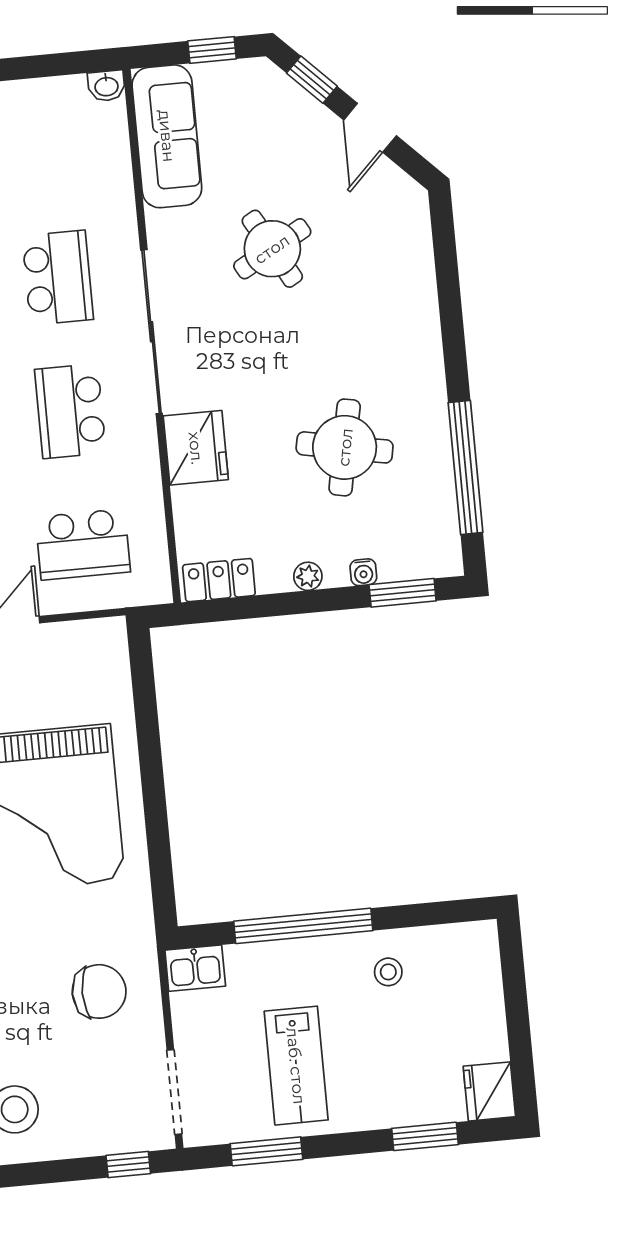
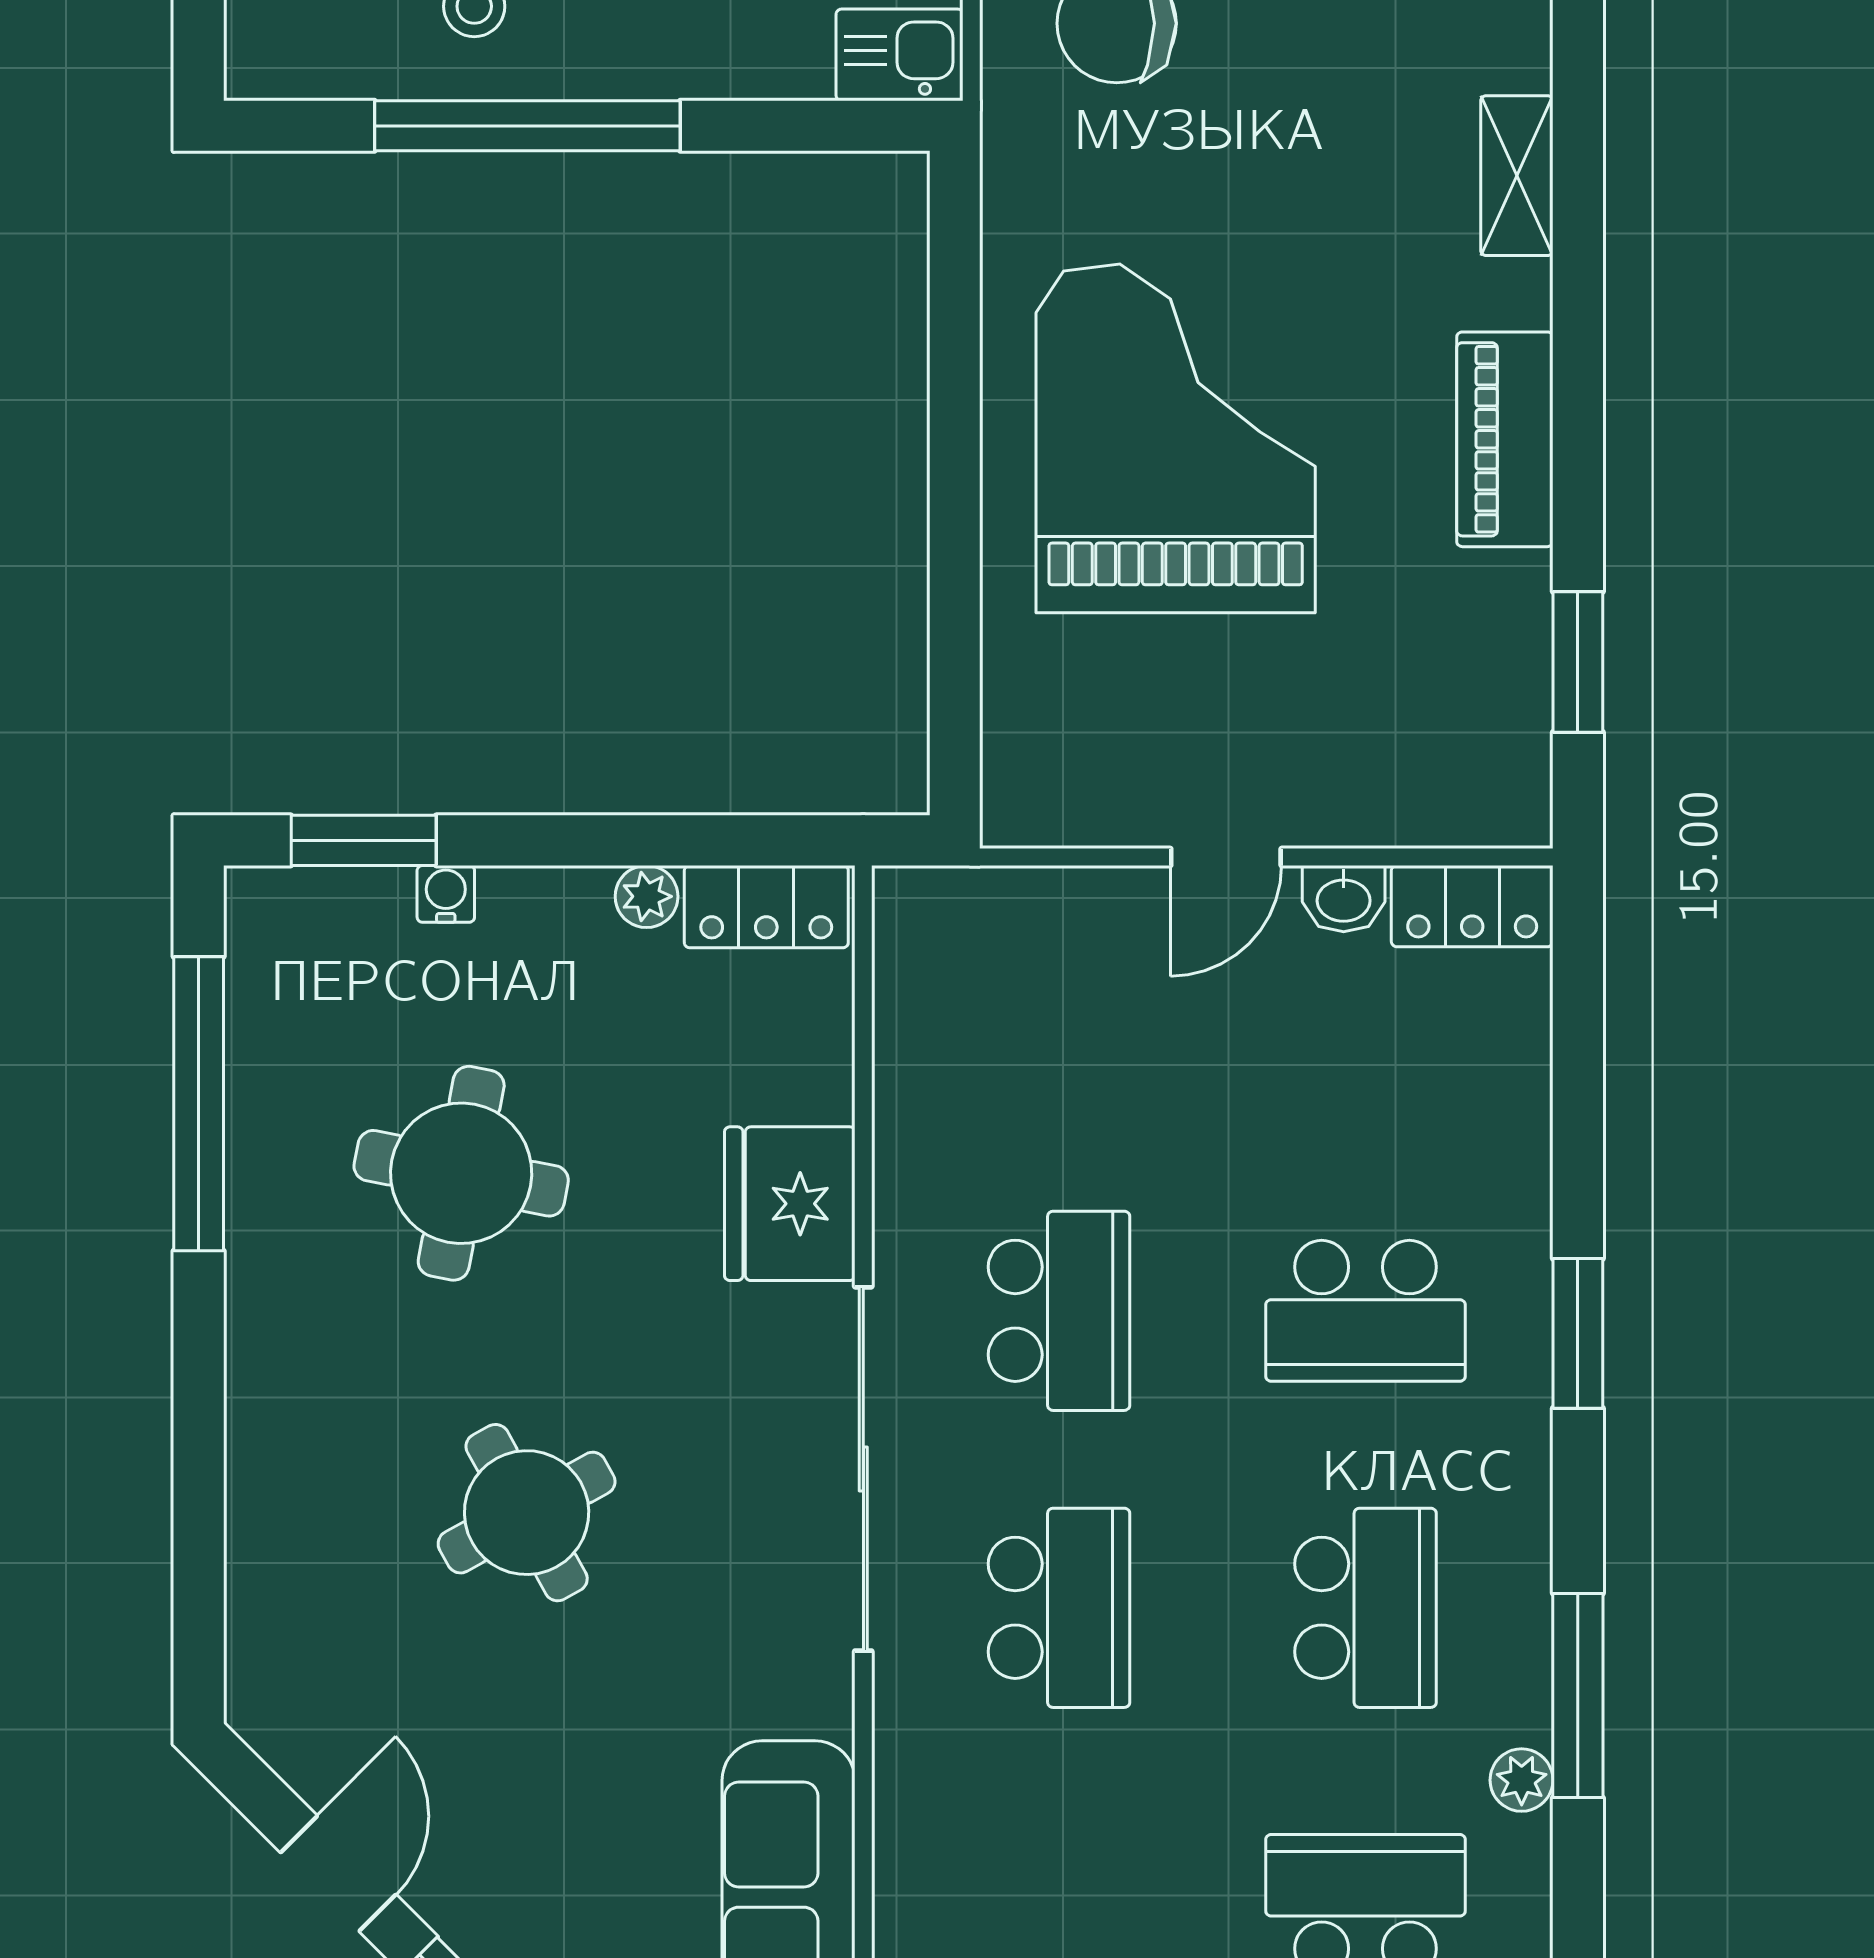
round table: (272, 249) -> (527, 1513), moved
school desk: (58, 278) -> (1059, 1608), turned 180
school desk: (83, 544) -> (1059, 1014), removed
plant: (308, 576) -> (647, 896), moved
window: (303, 926) -> (527, 126), moved

